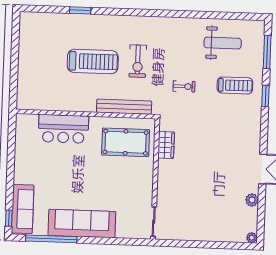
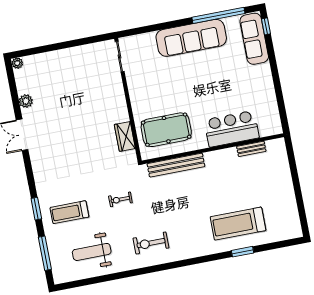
exercise bike: (138, 61) -> (151, 243), moved, turned -90
treadmill: (93, 62) -> (238, 224), moved
bench: (49, 106) -> (251, 149), added

